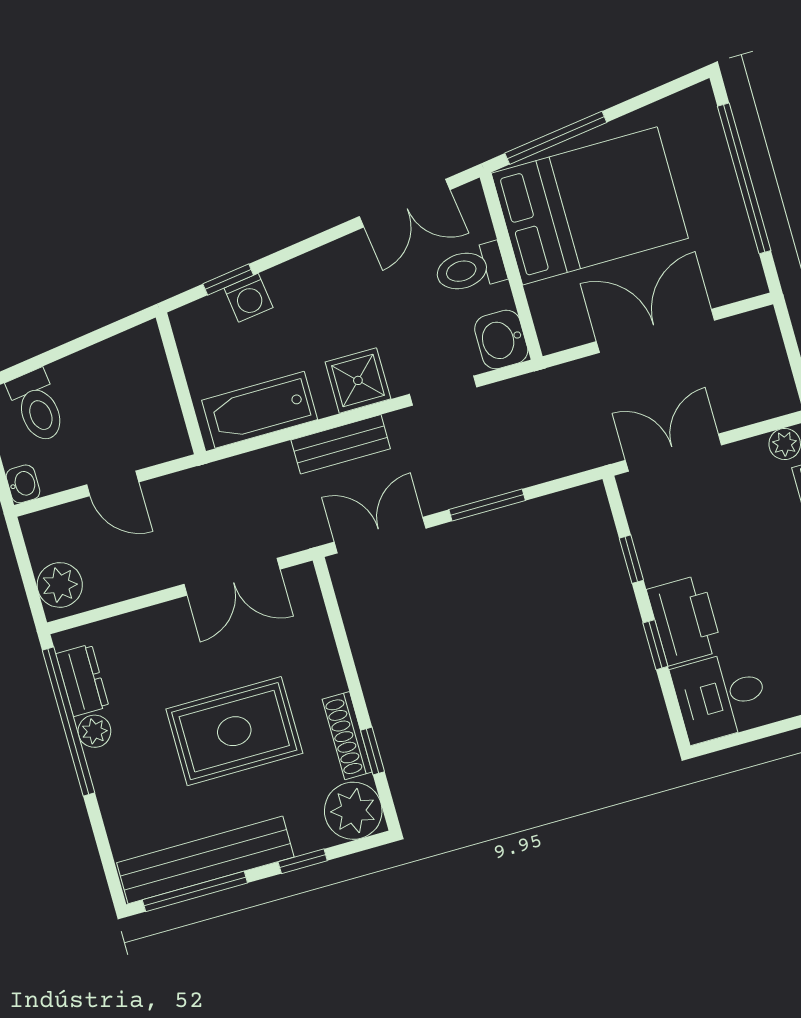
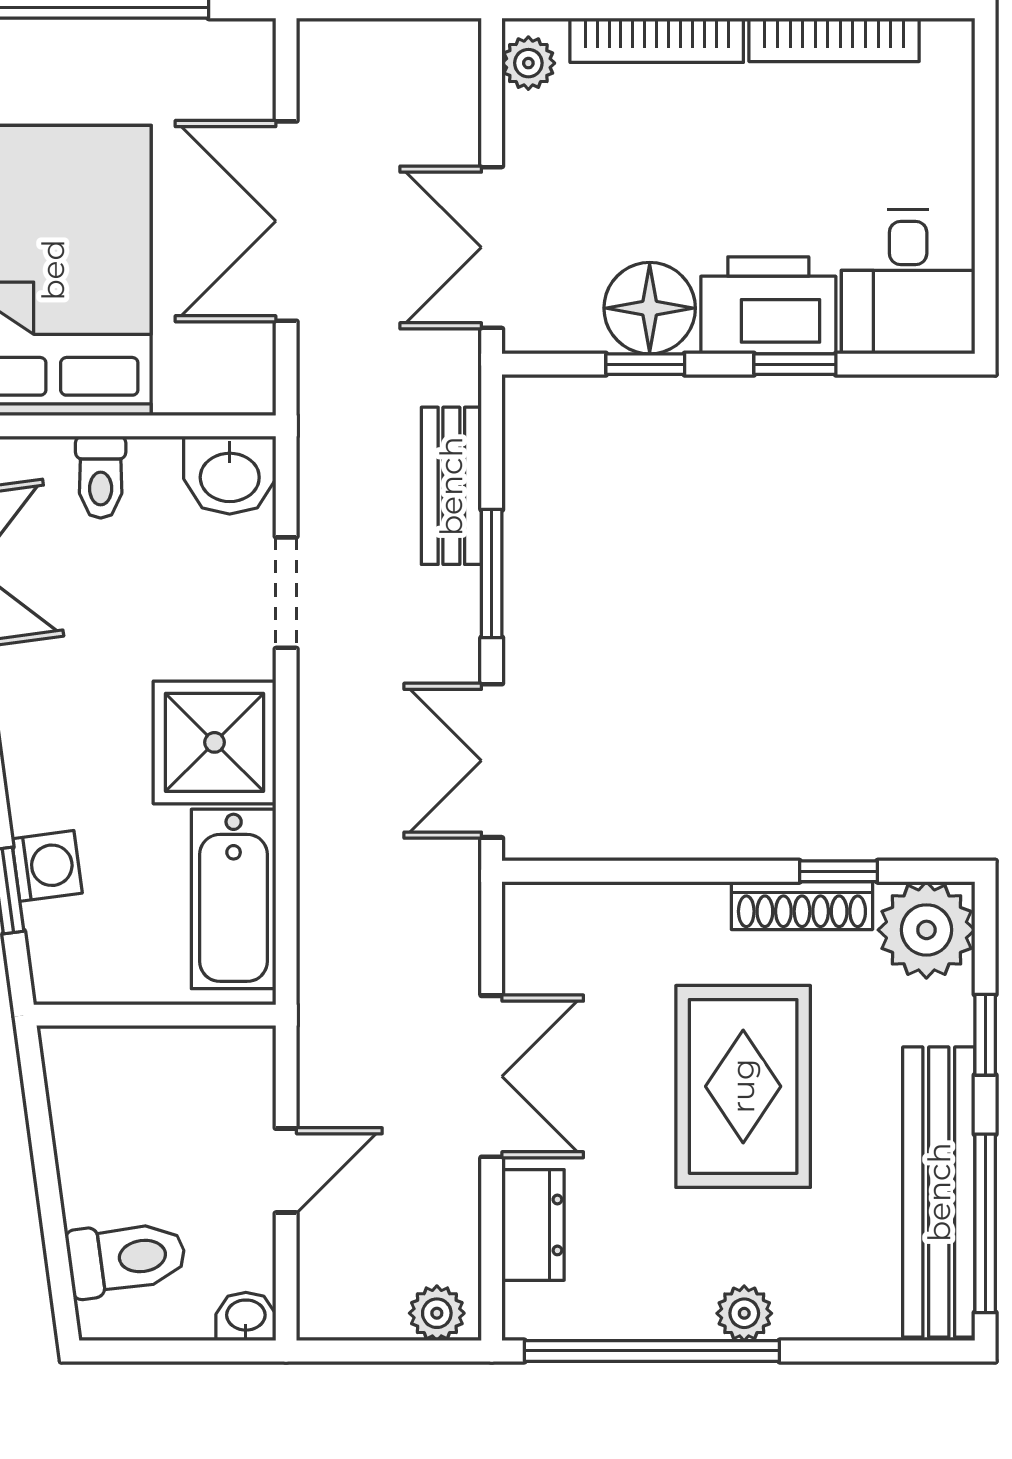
toilet: (470, 269) -> (101, 477), width x0.73, depth x0.72
shower: (358, 380) -> (214, 742), width x1.36, depth x1.36
bench: (341, 444) -> (451, 486), moved
floor lamp: (664, 553) -> (650, 308), added
double door: (232, 577) -> (492, 1076), moved
plant: (60, 585) -> (437, 1313), width x0.73, depth x0.73
dresser: (82, 680) -> (533, 1225), moved, turned 90
plant: (94, 731) -> (744, 1313), moved

